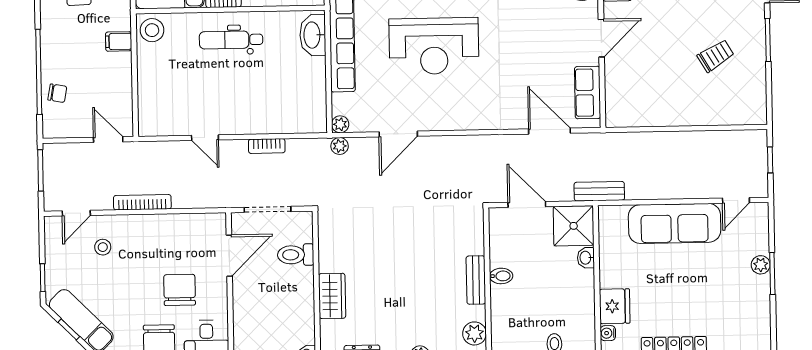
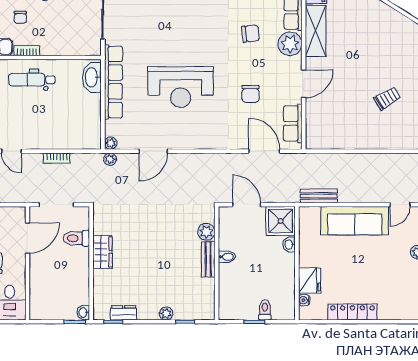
chair: (529, 53) -> (250, 94), added
bench: (599, 191) -> (319, 196), moved
wardrobe: (332, 296) -> (102, 252), moved
plant: (474, 333) -> (206, 232), moved

